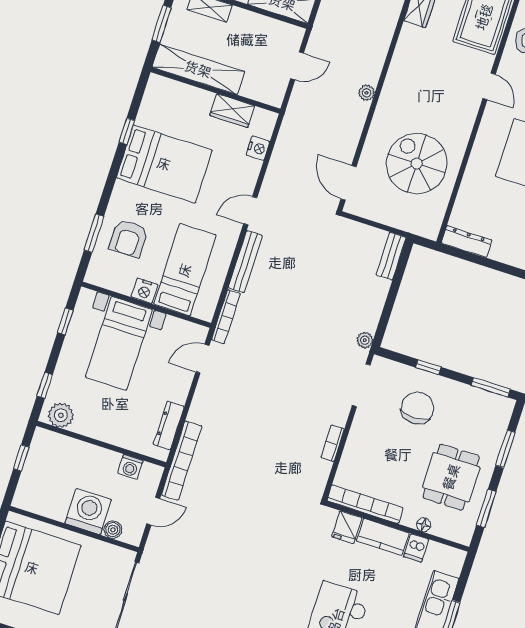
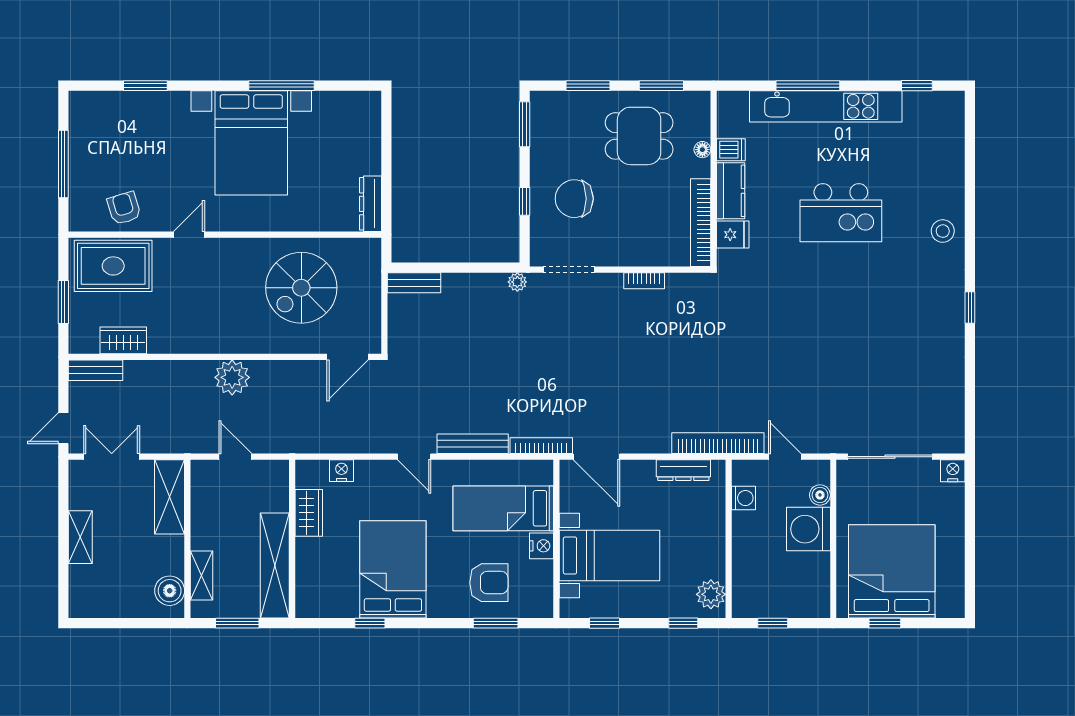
plant: (367, 93) -> (232, 377), width x1.88, depth x1.88
door: (202, 359) -> (597, 457), width x1.38

